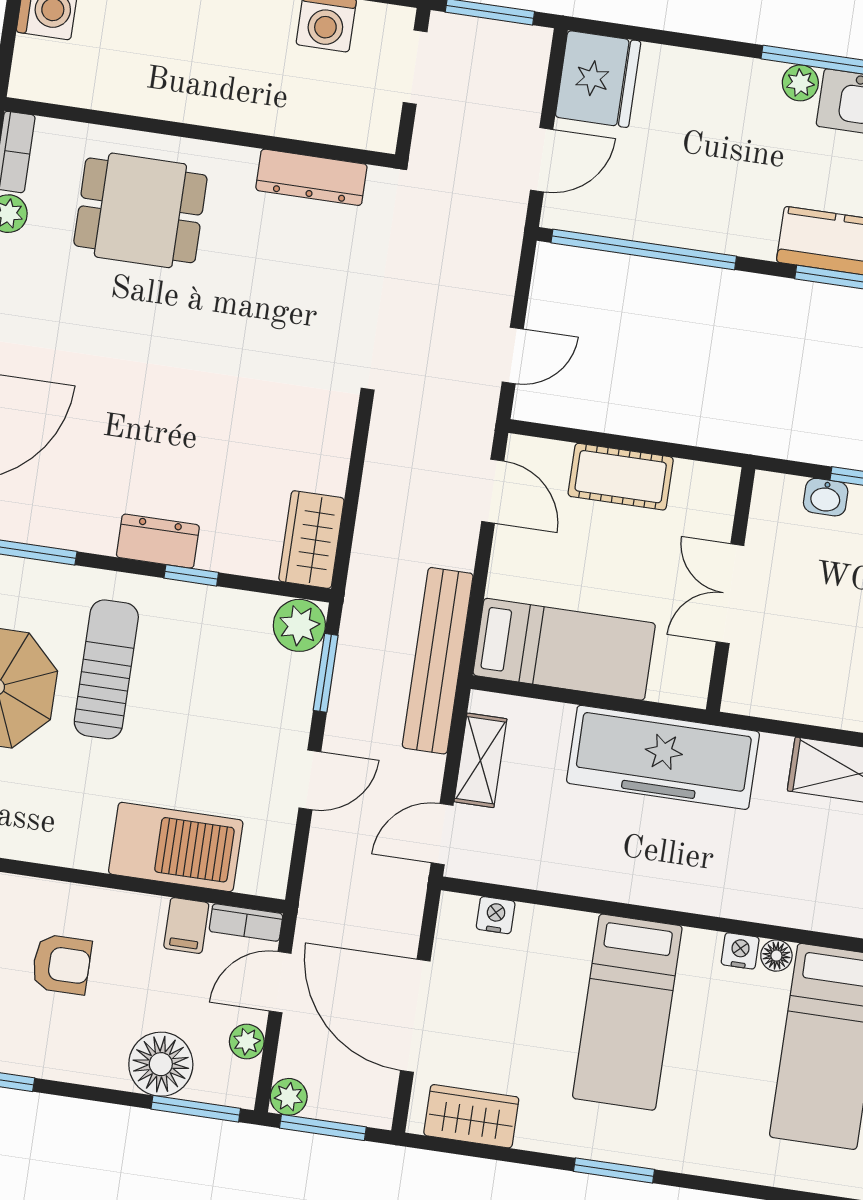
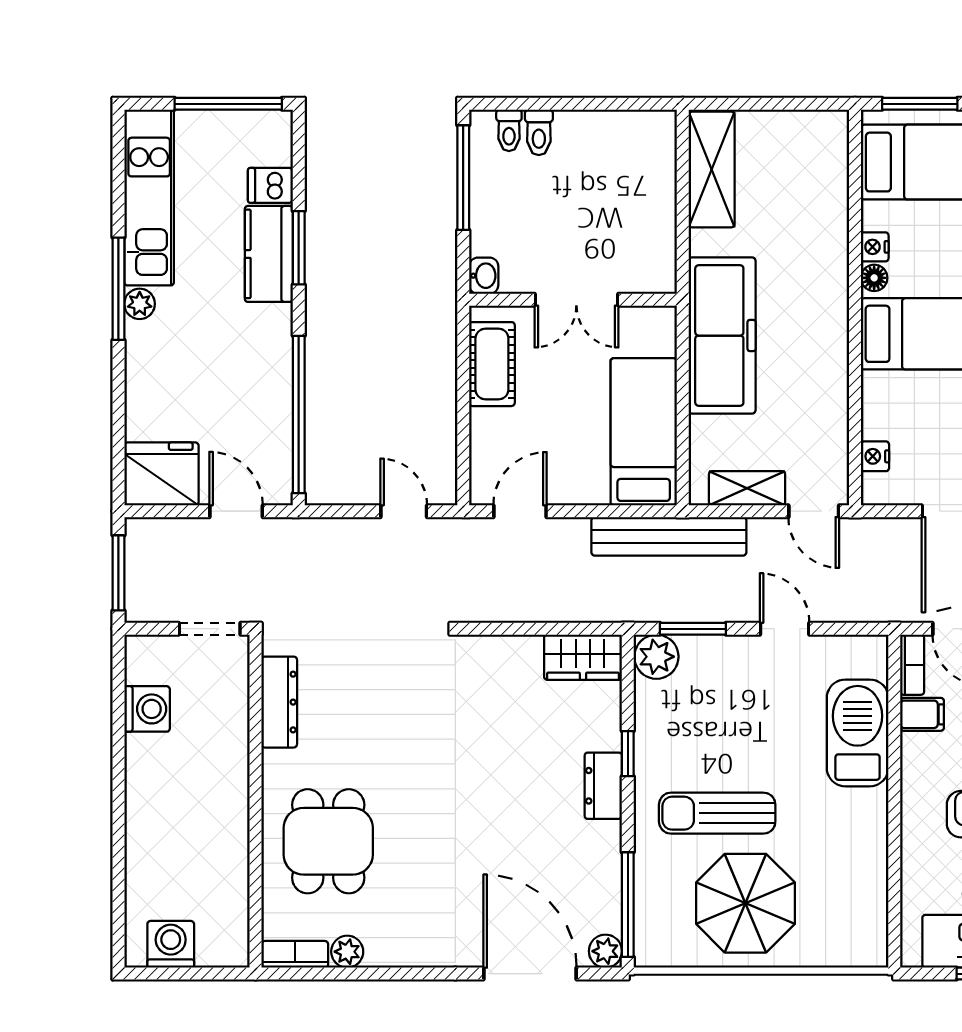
doorway: (415, 67) -> (210, 629), moved
cot: (621, 477) -> (492, 364), moved
washbasin: (826, 497) -> (484, 276), moved
floor lamp: (776, 956) -> (874, 278), moved

